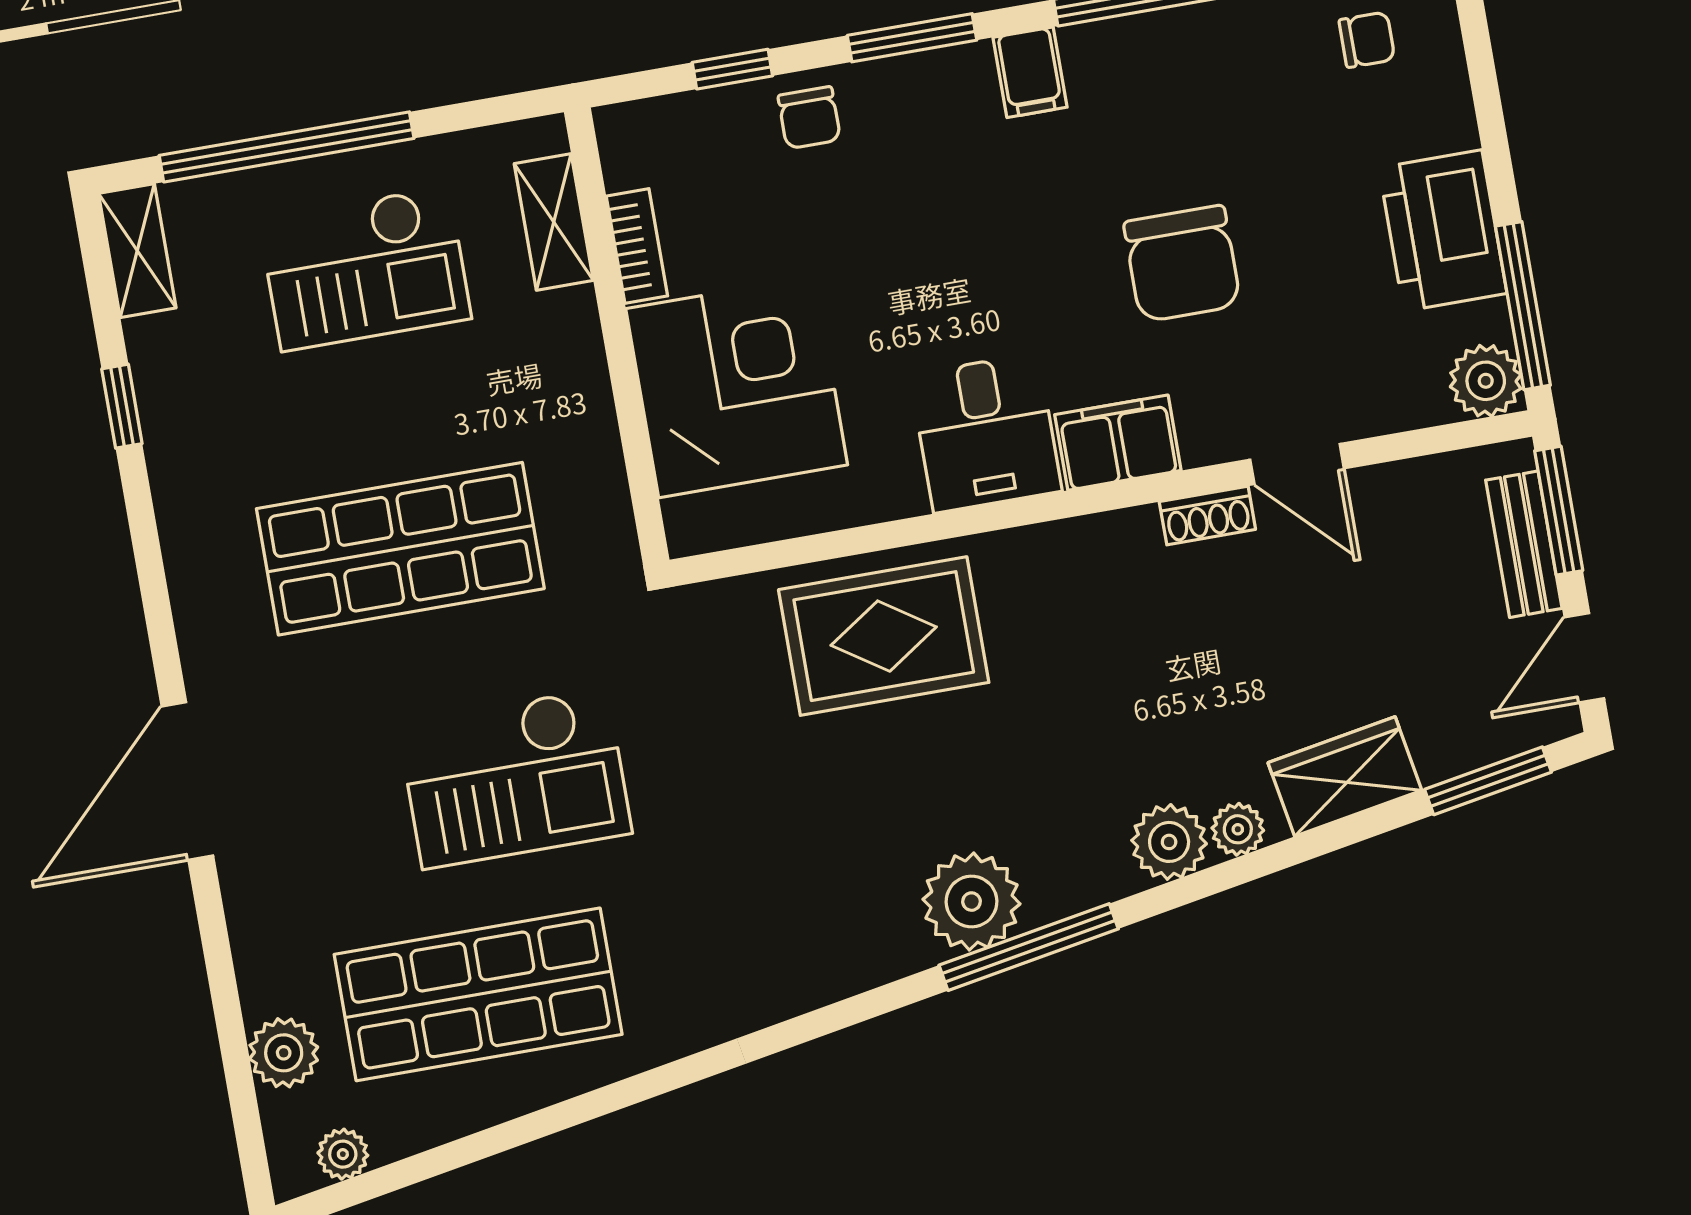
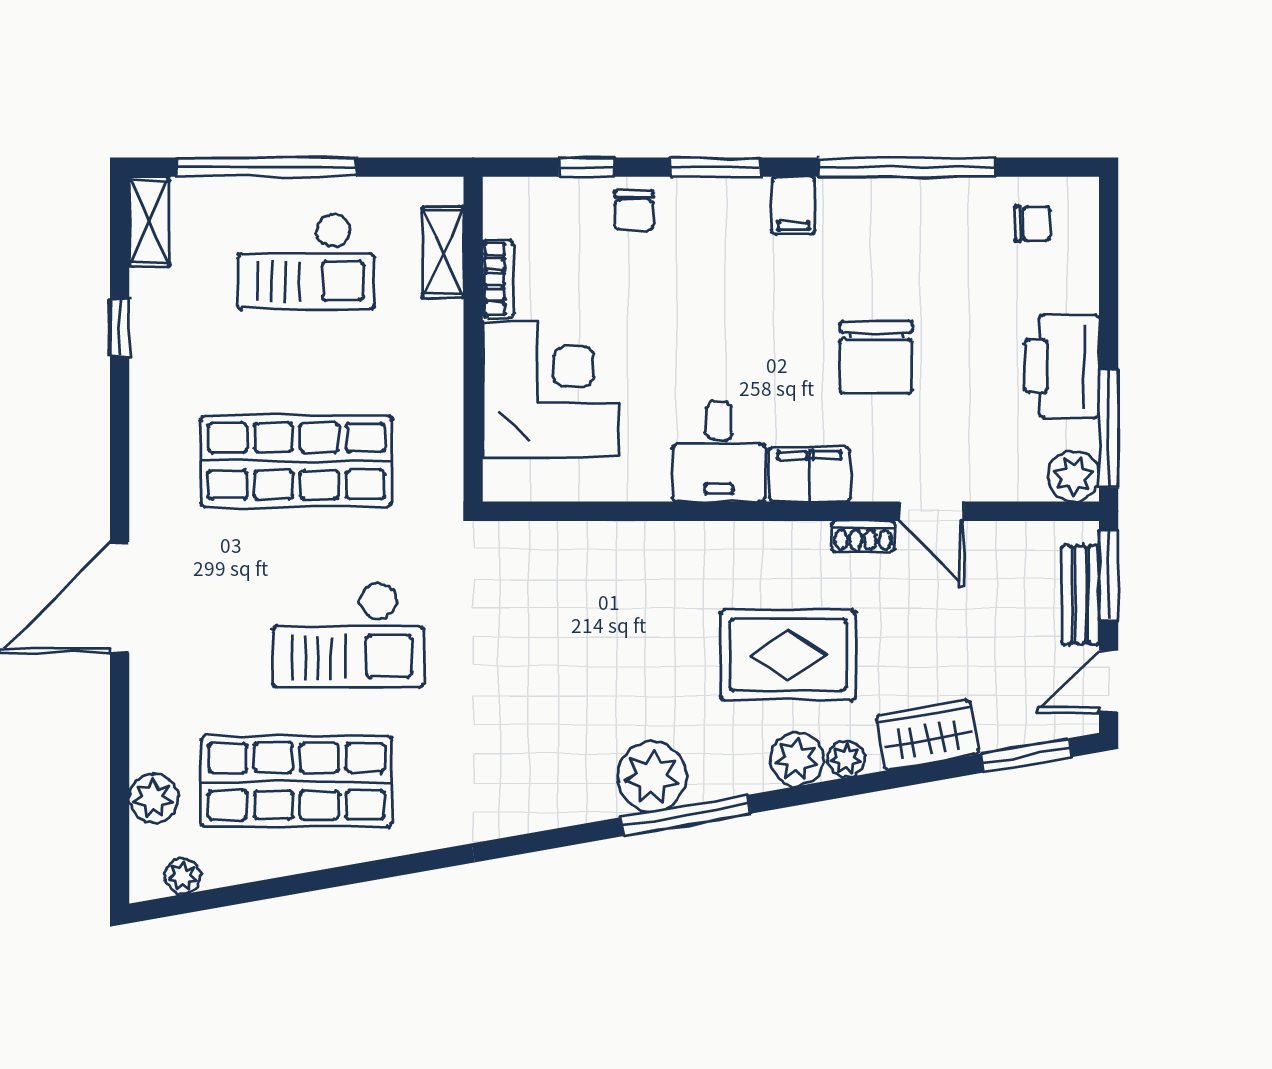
rug: (884, 636) -> (788, 655), moved

